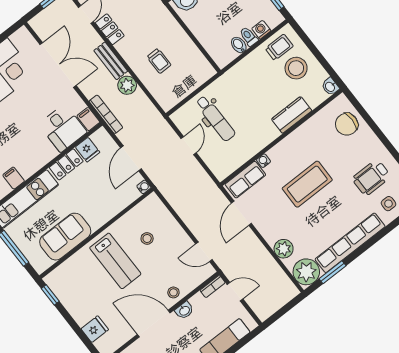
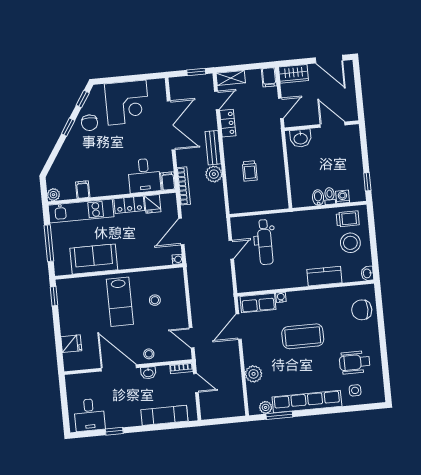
plant: (306, 272) -> (266, 407), width x0.53, depth x0.53

